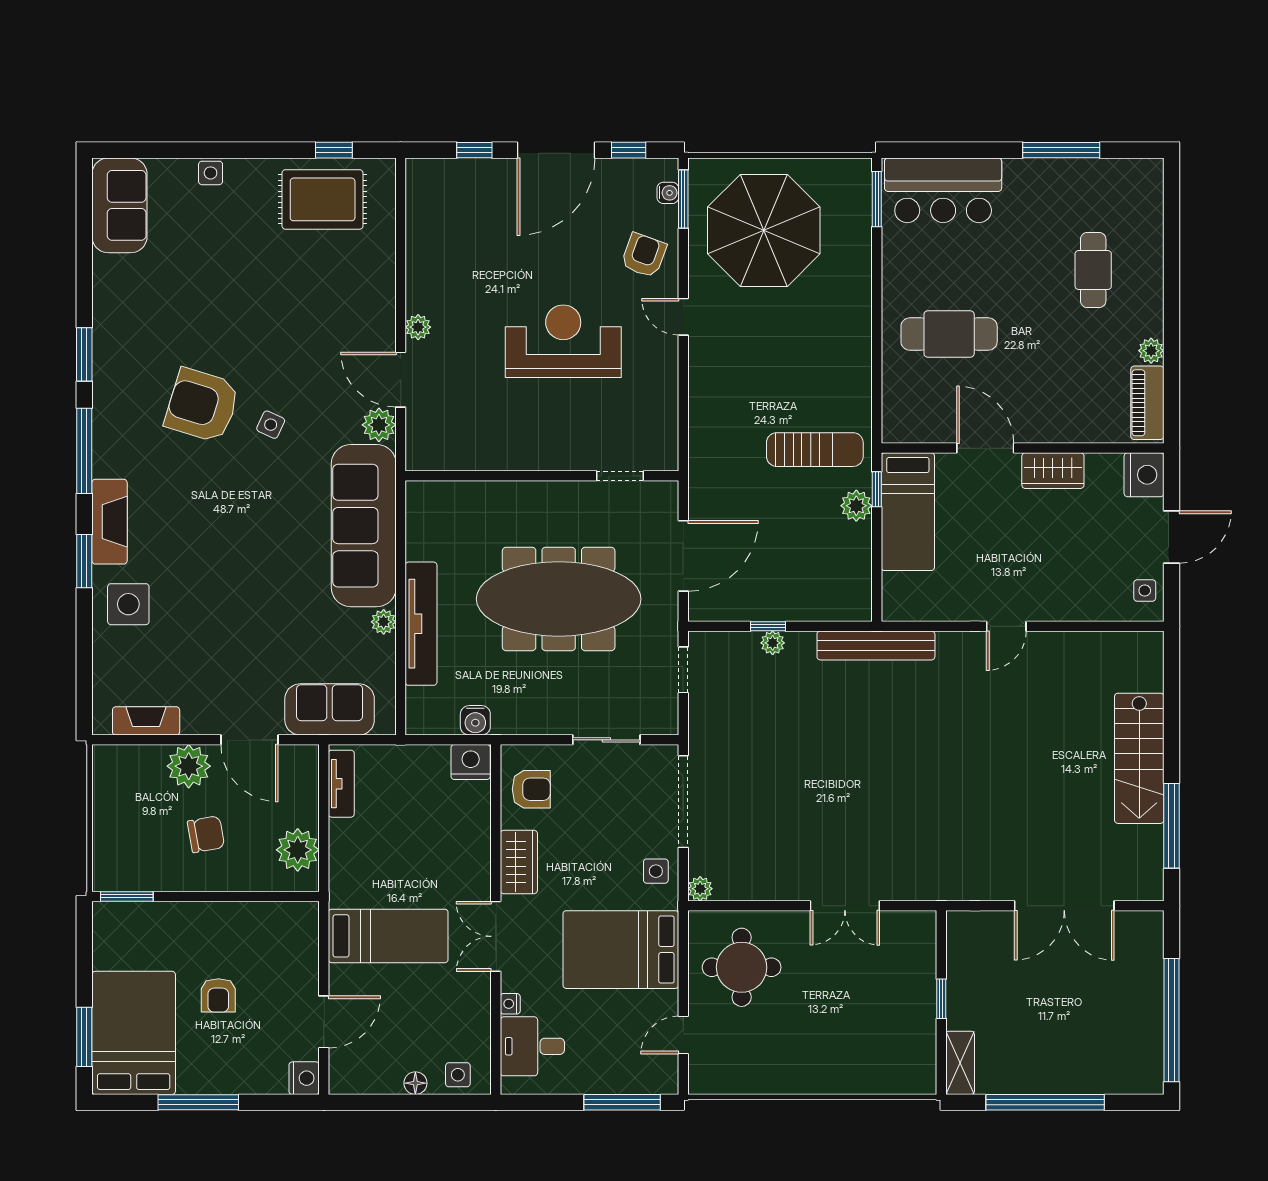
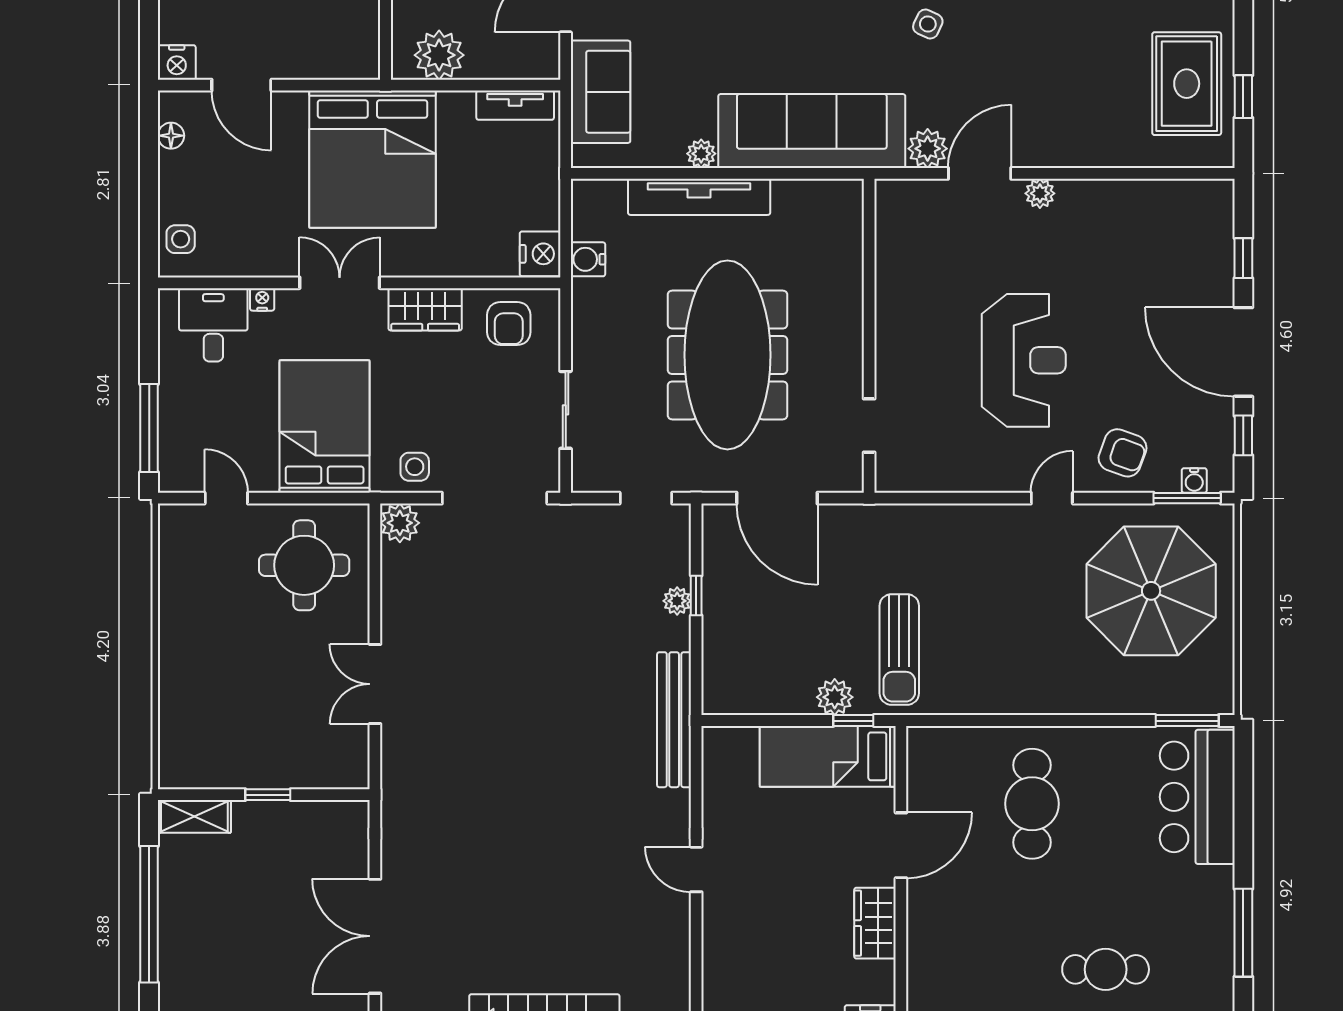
plant: (700, 889) -> (400, 523), width x1.38, depth x1.38
bed: (388, 936) -> (372, 159), width x2.04
floor lamp: (415, 1083) -> (171, 136), moved

